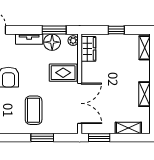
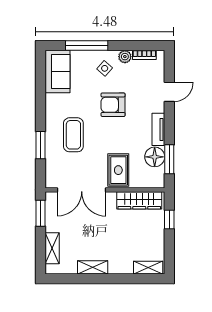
window: (116, 30) -> (169, 220), moved
plant: (73, 41) -> (157, 182), removed
wardrobe: (88, 49) -> (139, 200), width x1.50
coffee table: (34, 110) -> (73, 135), turned 90

